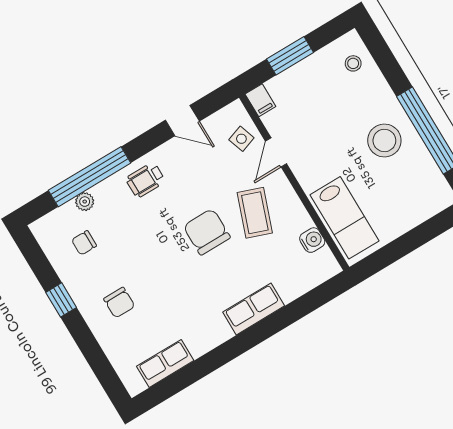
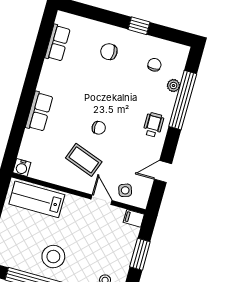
chair: (207, 232) -> (99, 128), width x0.54, depth x0.54
water cooler: (312, 240) -> (22, 167), moved

